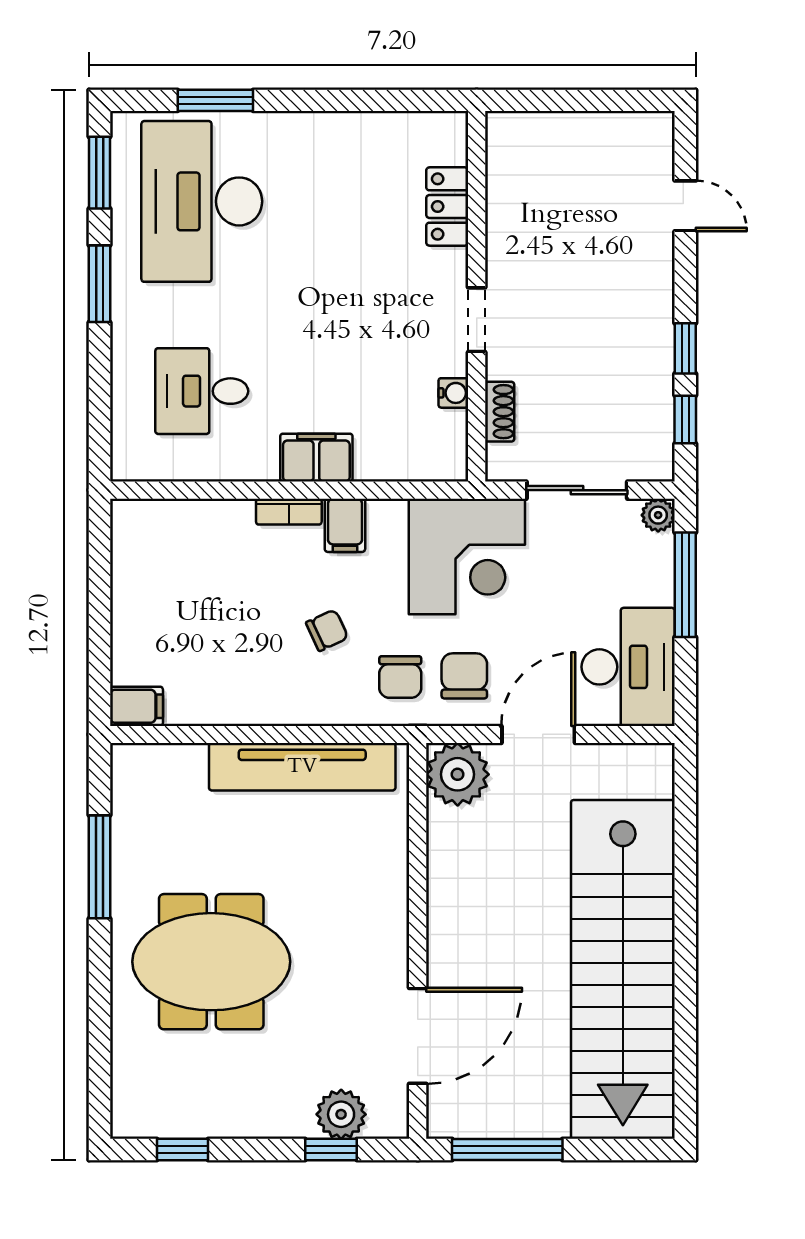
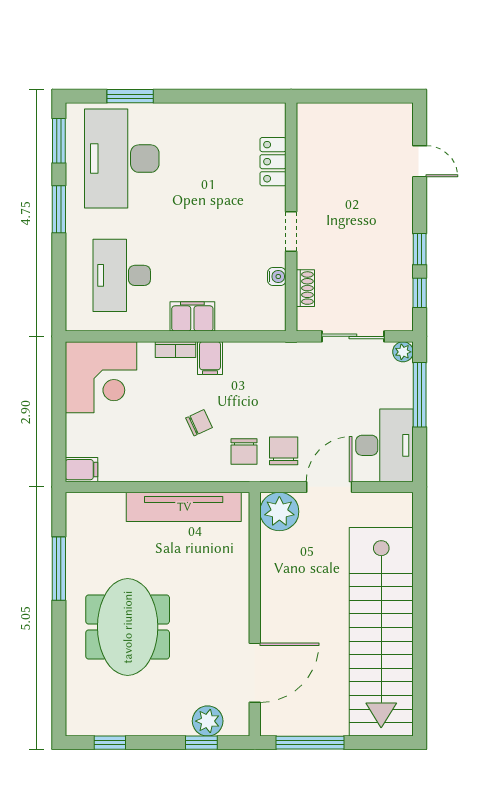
desk: (202, 391) -> (122, 275), width x1.37
corner desk: (467, 556) -> (101, 377), moved
meeting table: (211, 962) -> (128, 627), turned 90

